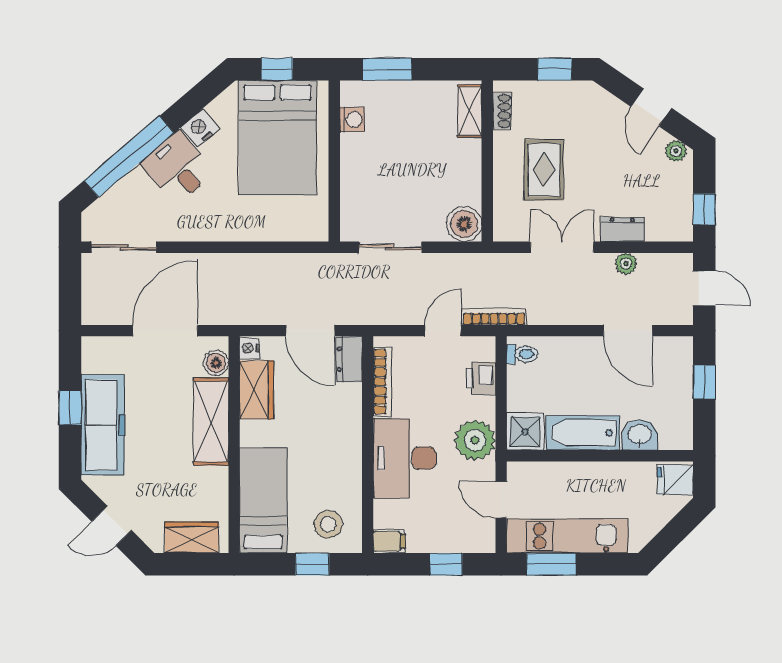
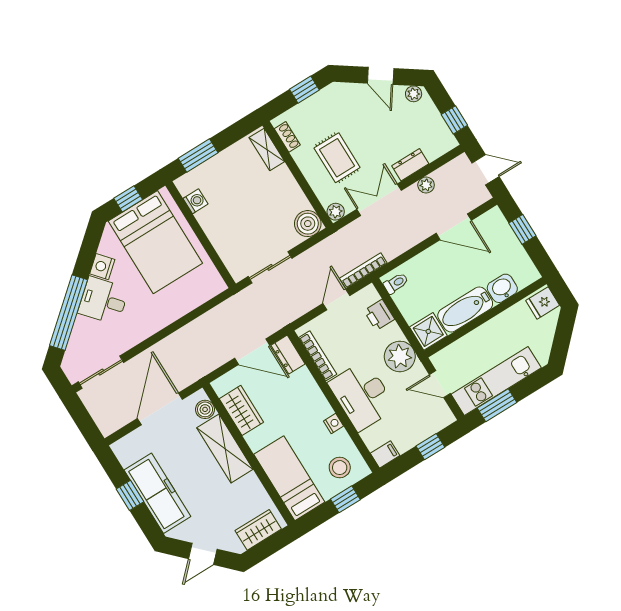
plant: (504, 230) -> (336, 212), added
nightstand: (249, 348) -> (334, 423), moved, turned 180

